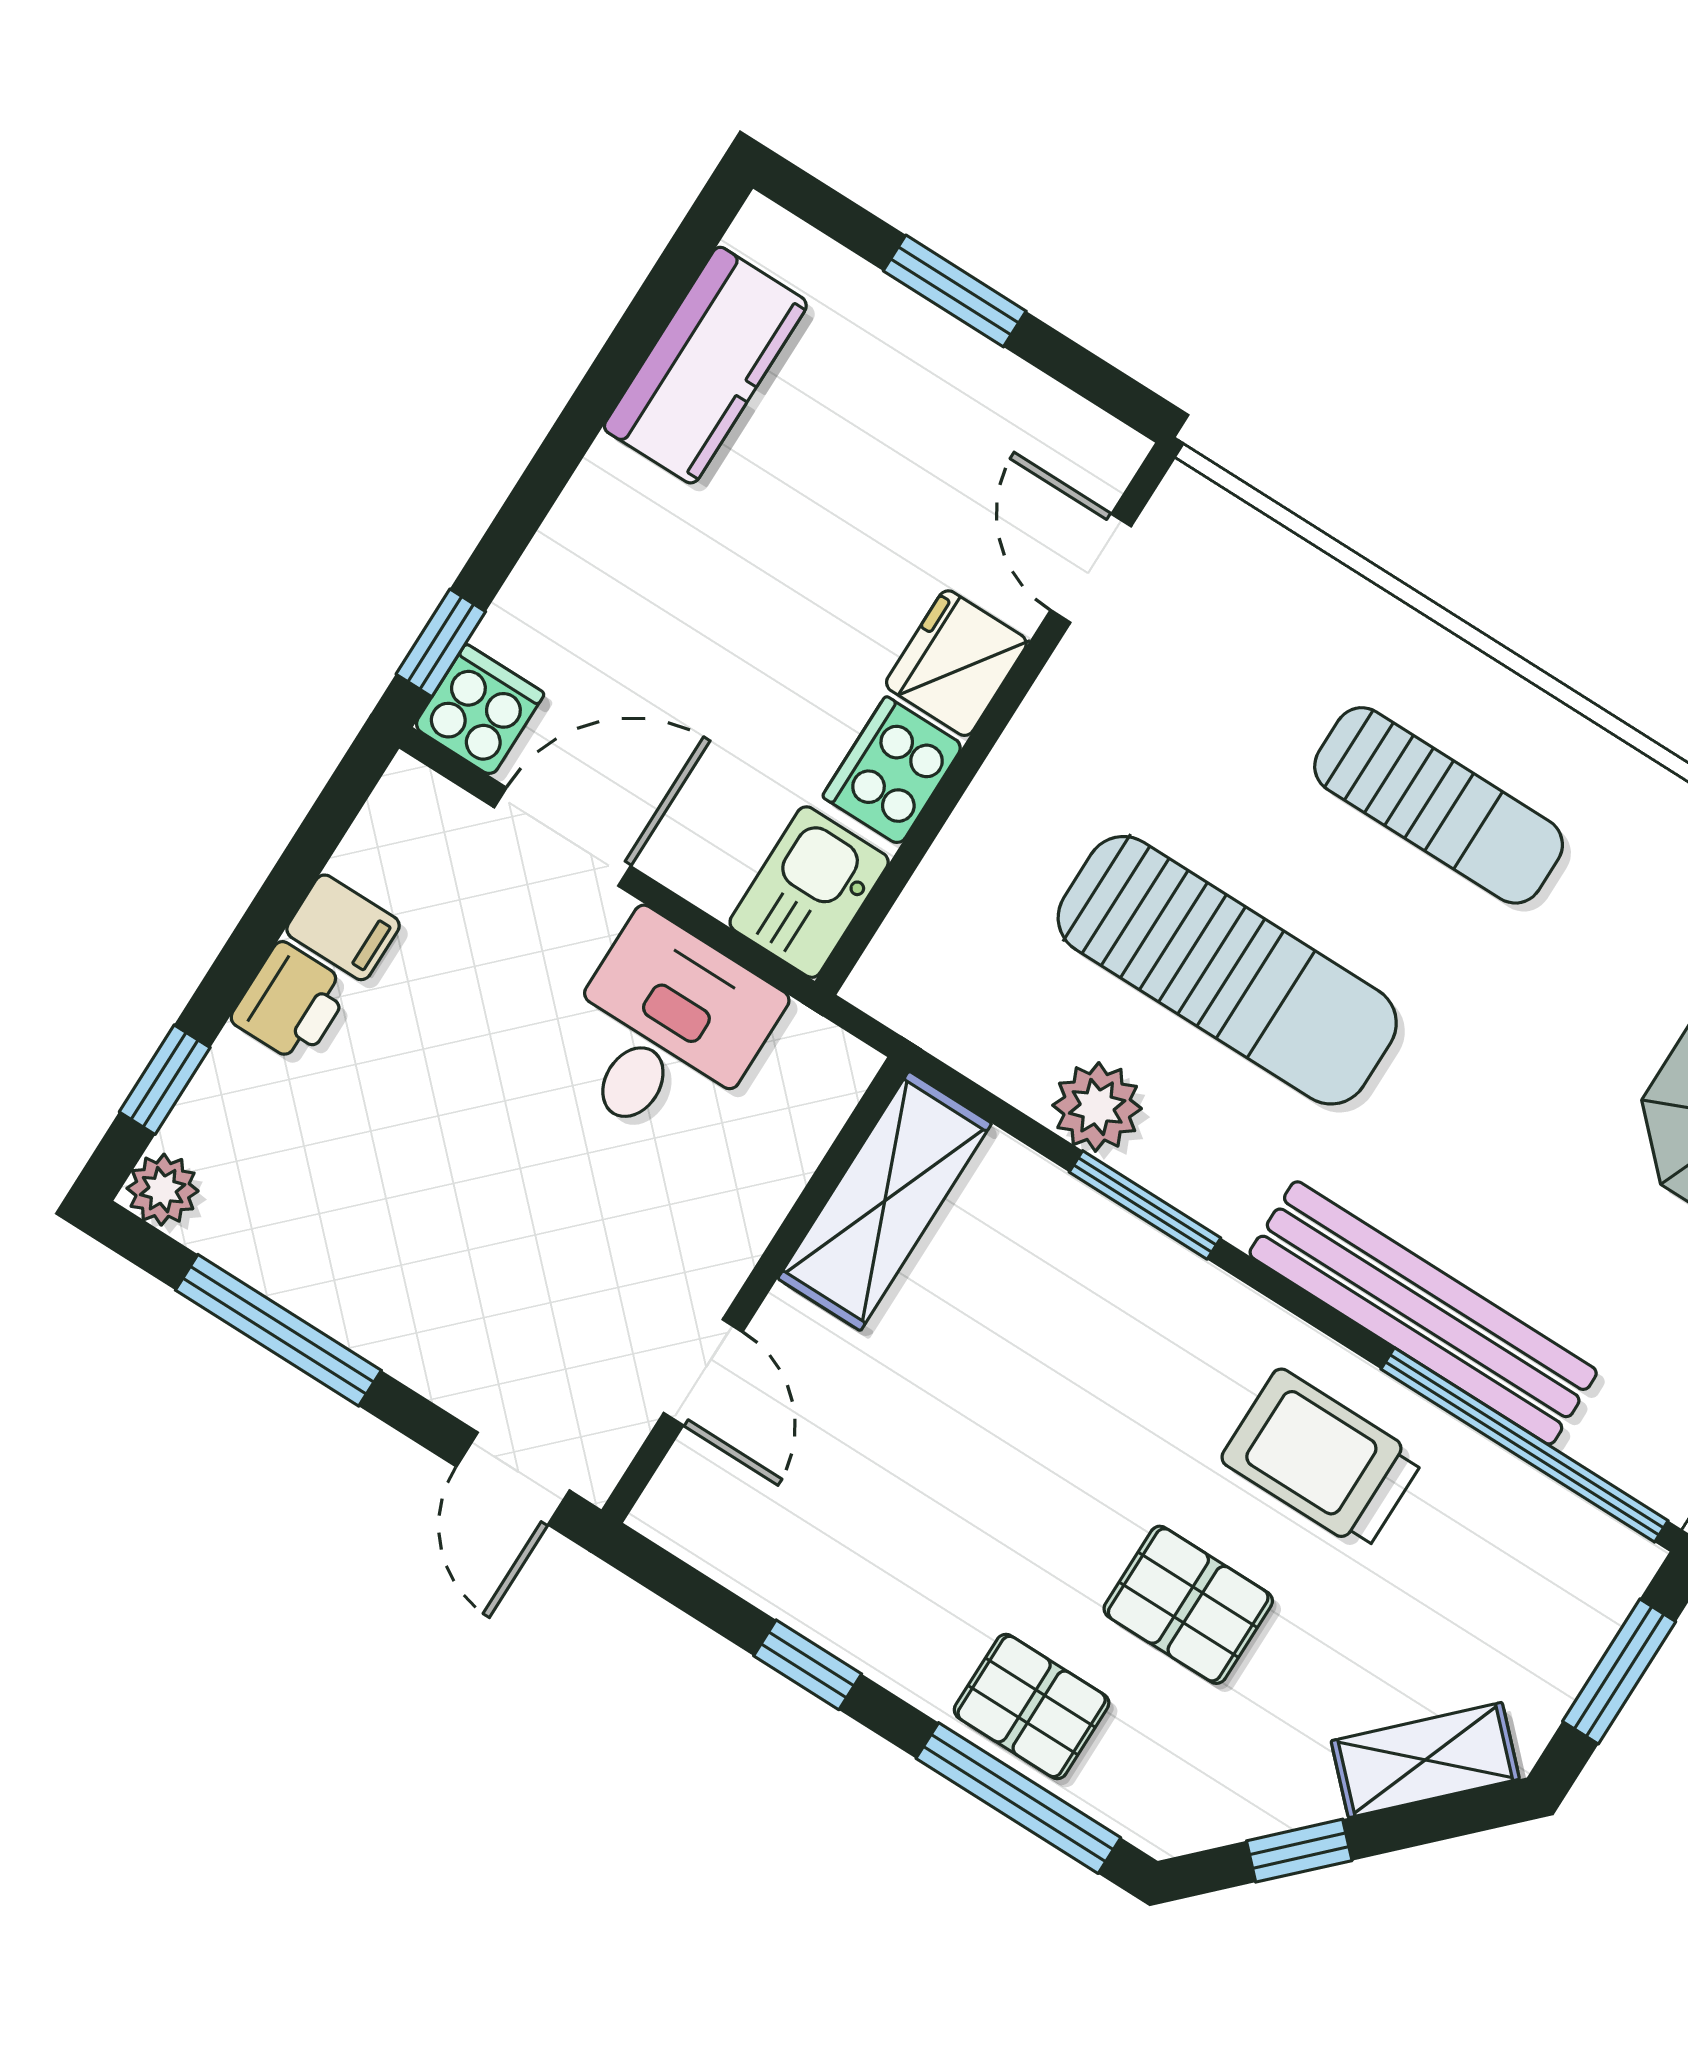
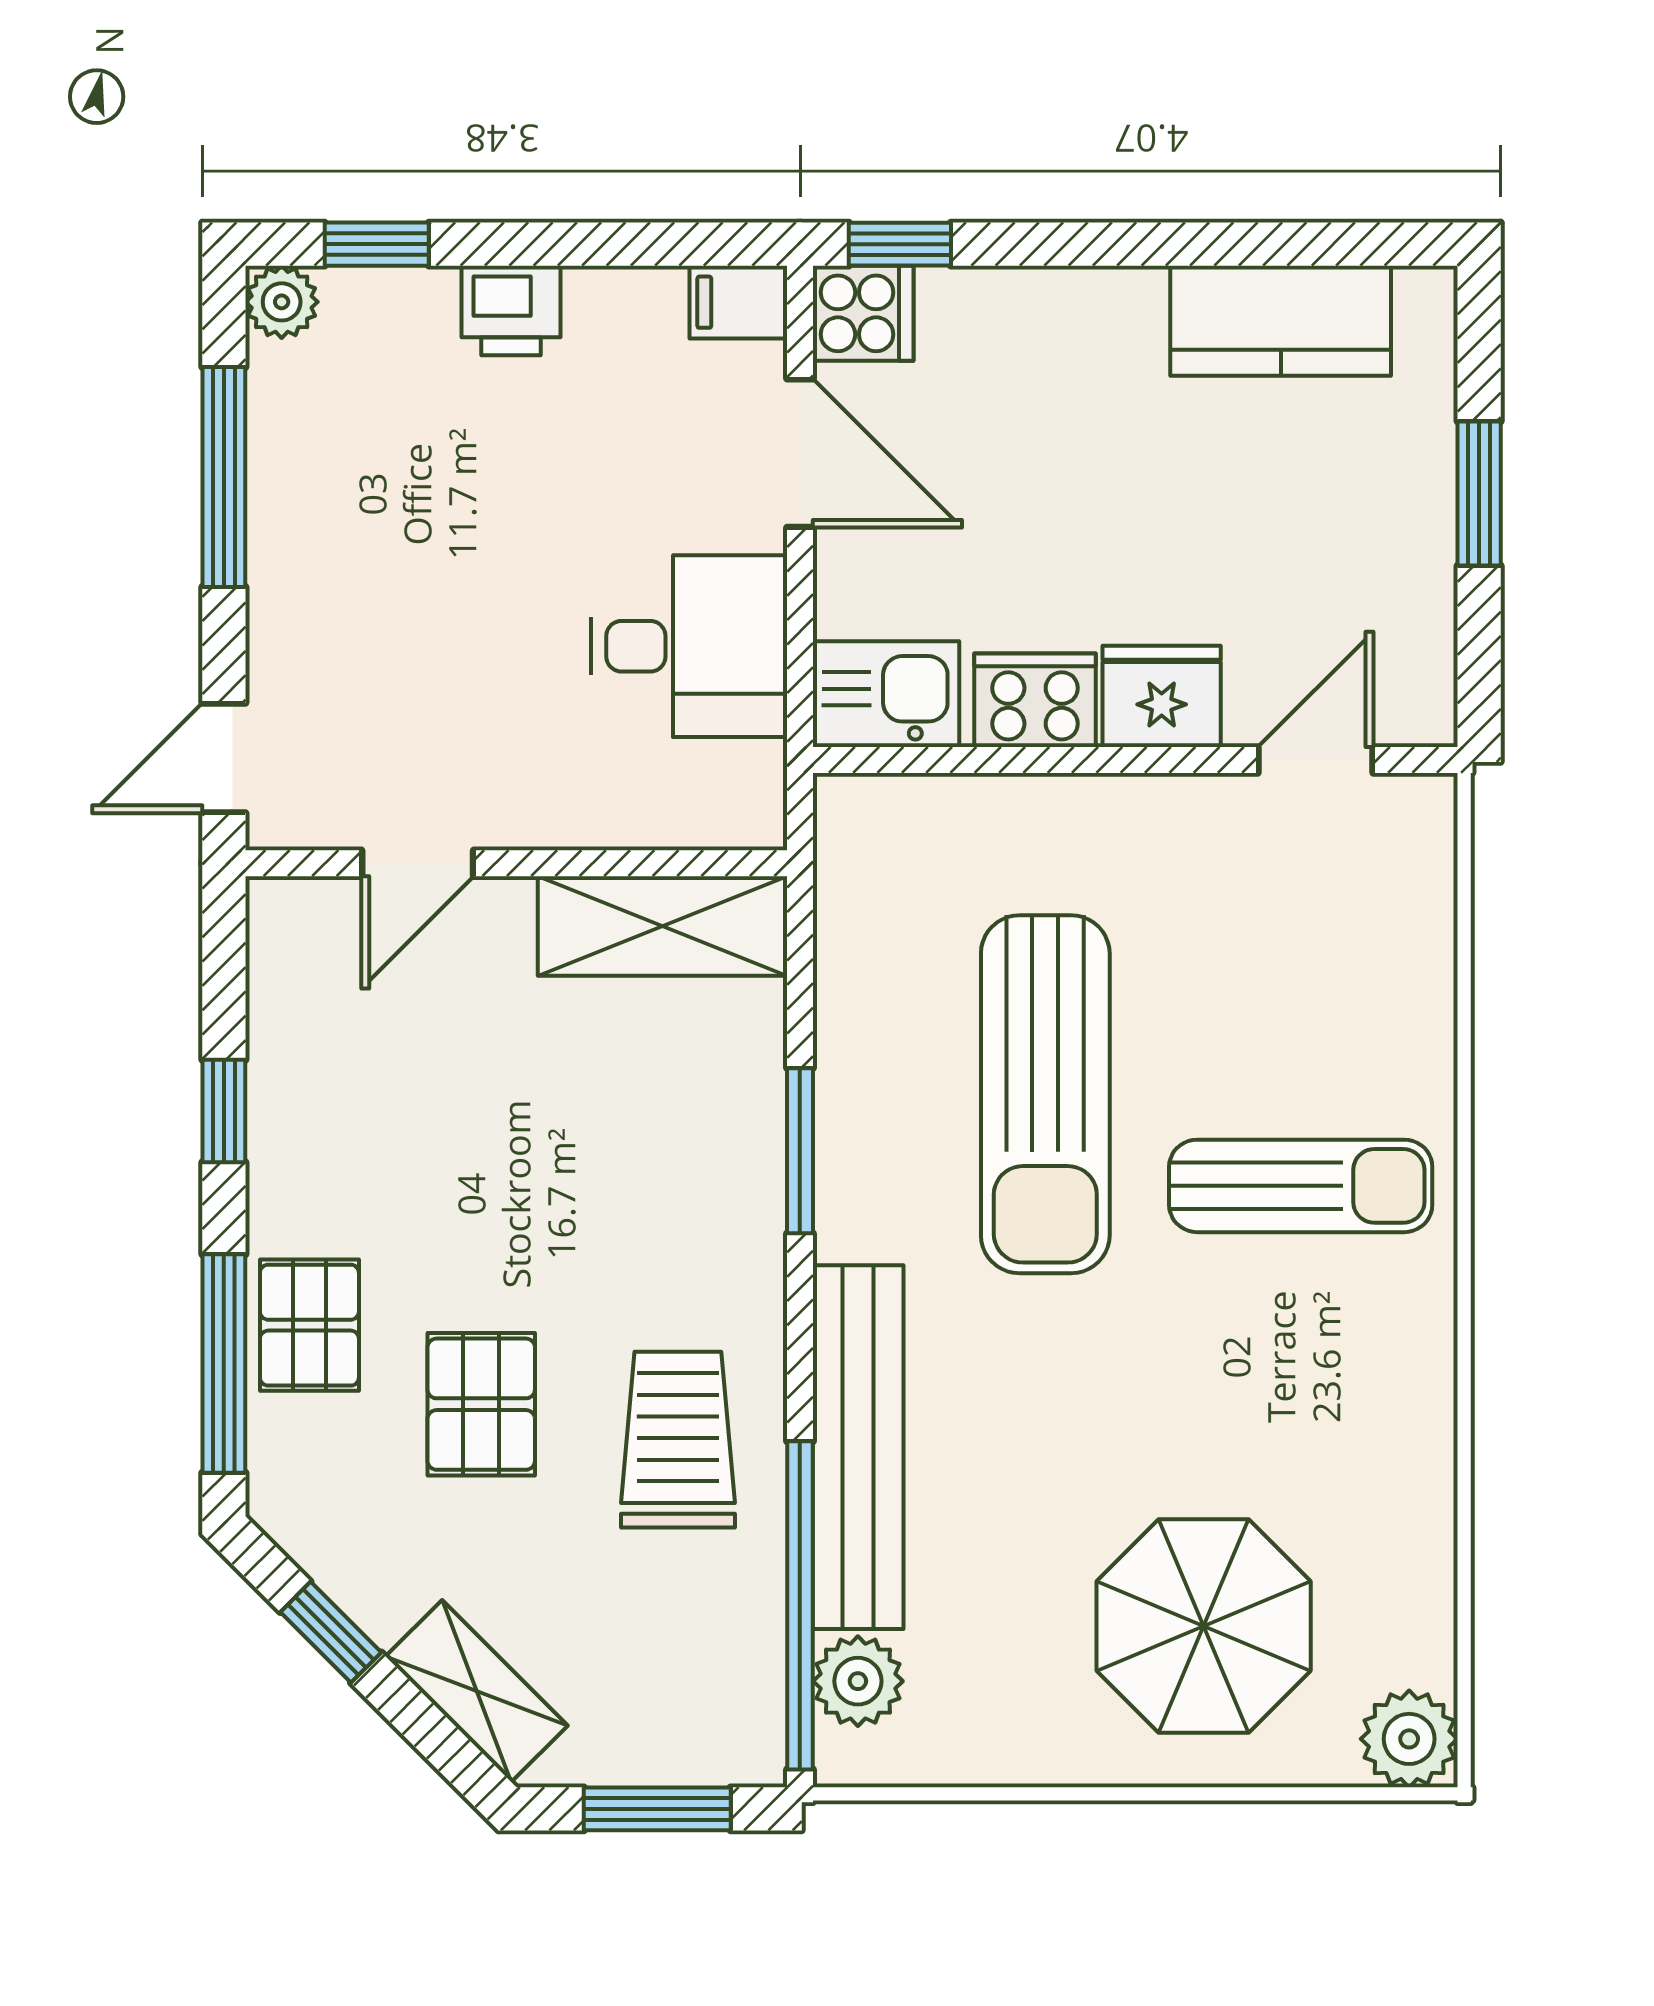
sun lounger: (1439, 805) -> (1301, 1186), turned -90
filing cabinet: (343, 927) -> (738, 302), moved, turned 90
plant: (1097, 1107) -> (858, 1681), moved

